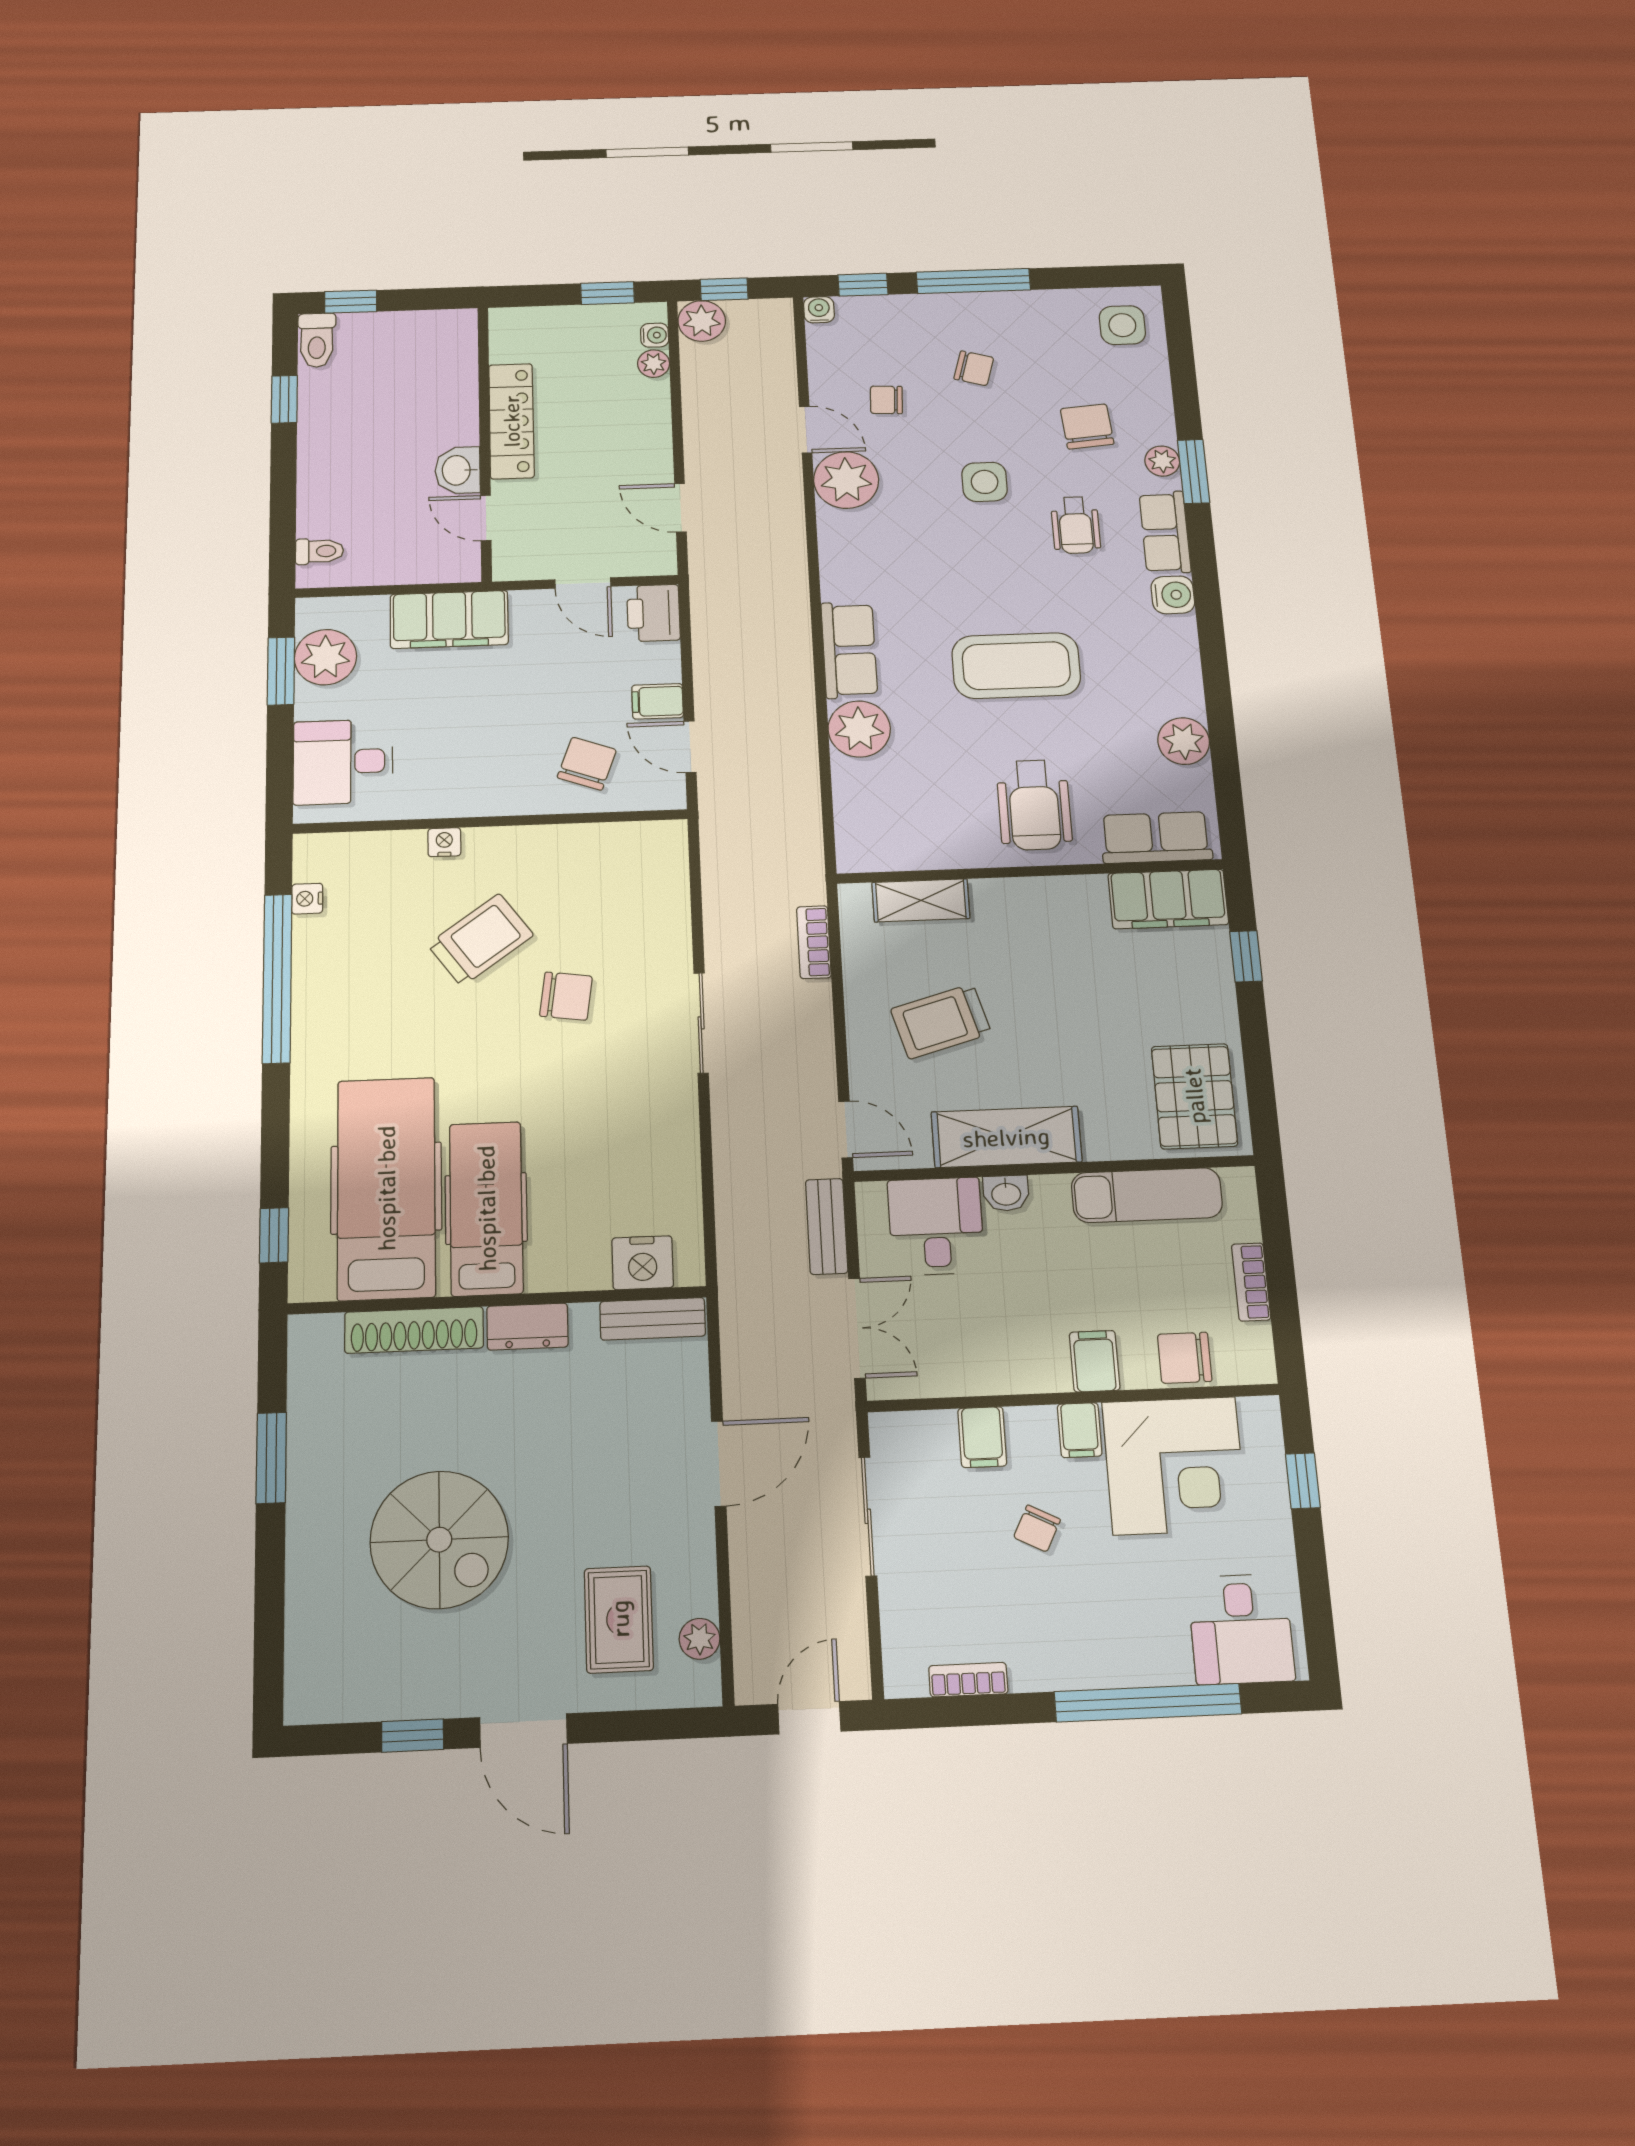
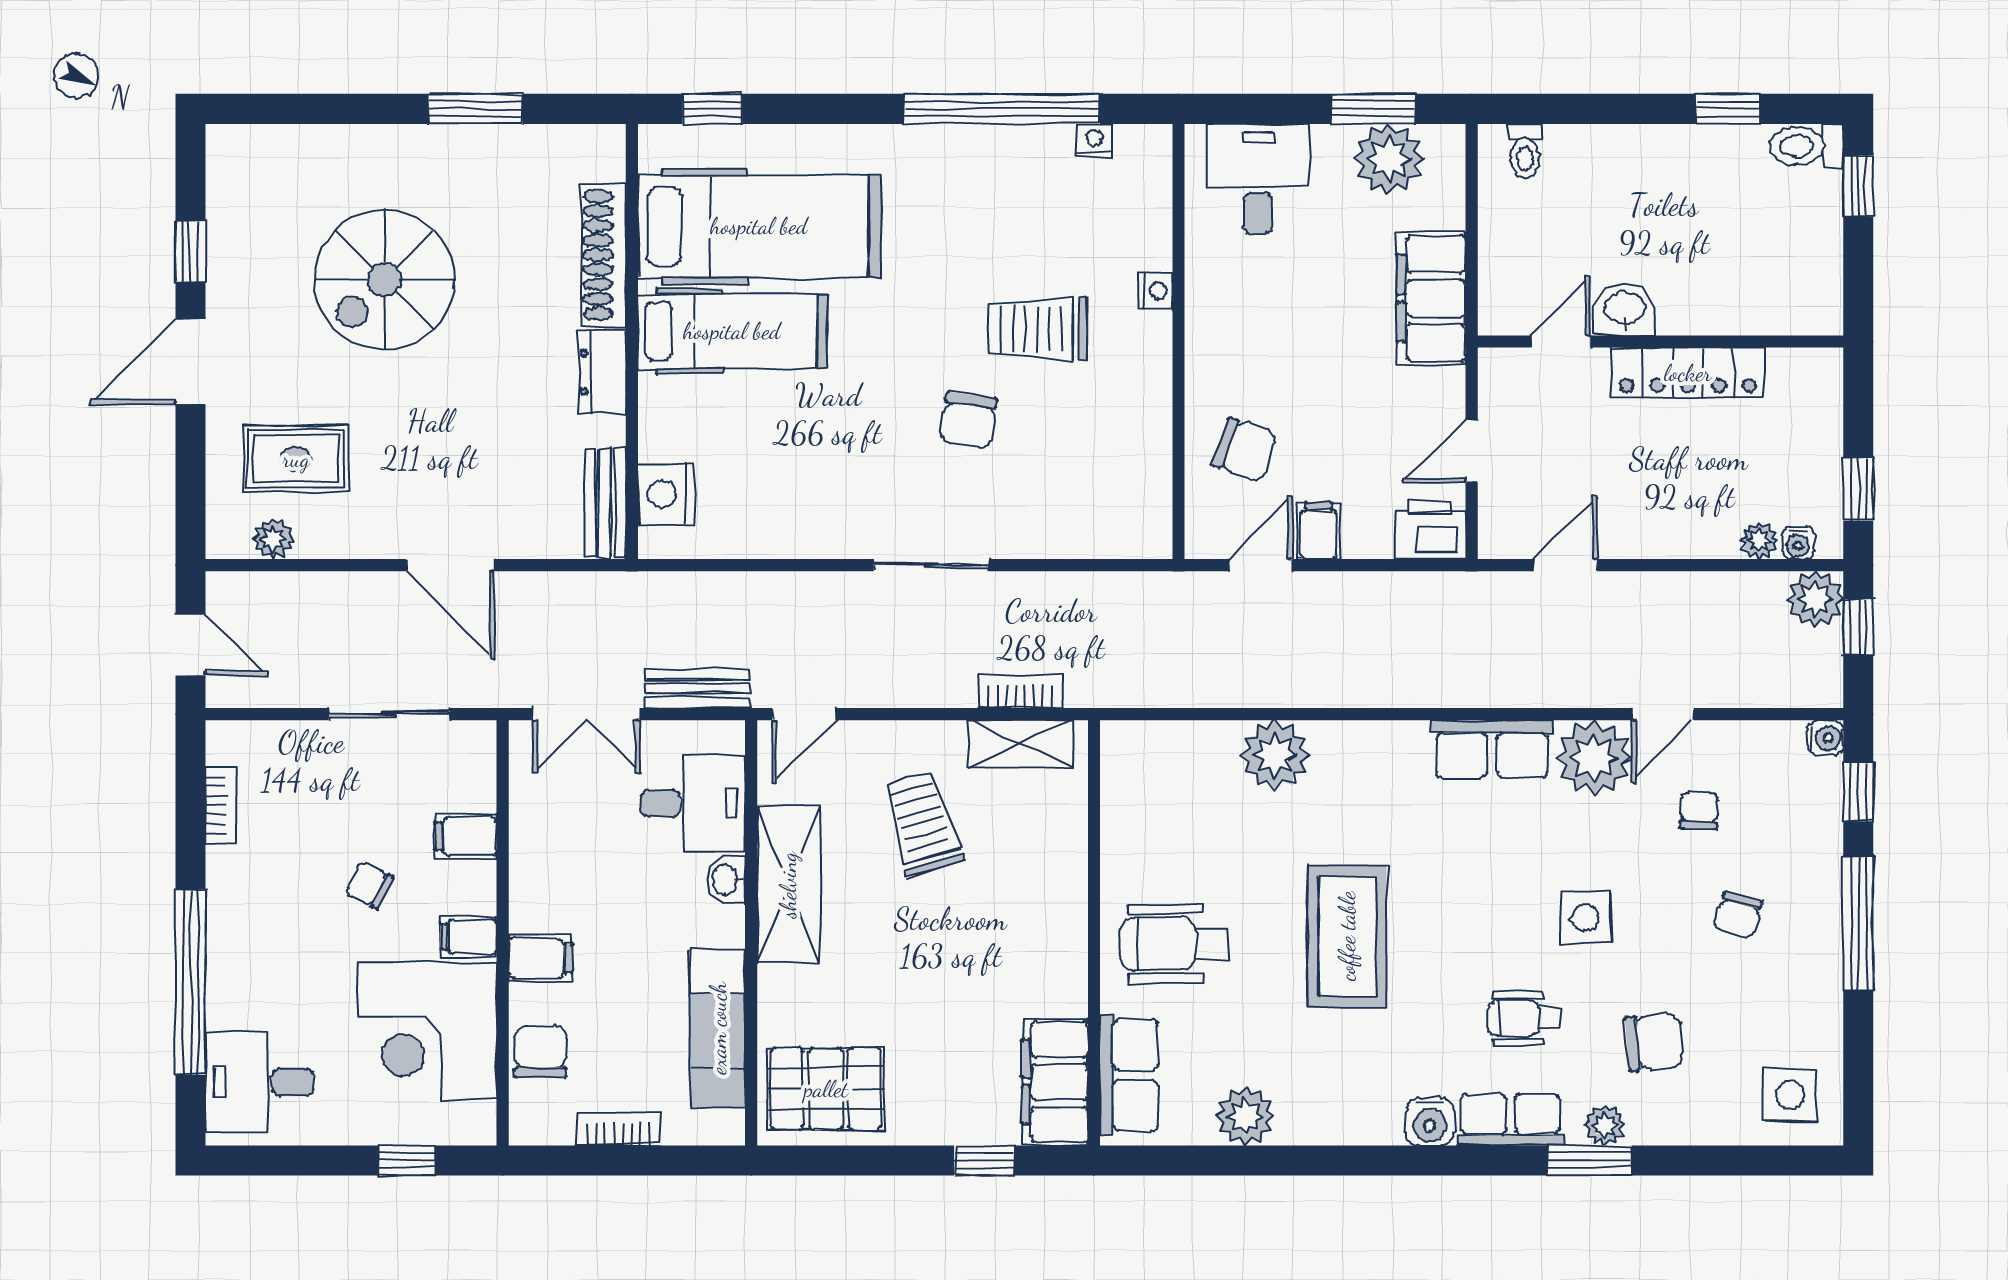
row of seats: (849, 650) -> (1492, 749), moved
shelving: (921, 900) -> (1020, 744), moved, turned 90
trolley: (481, 940) -> (1038, 329), turned 126

